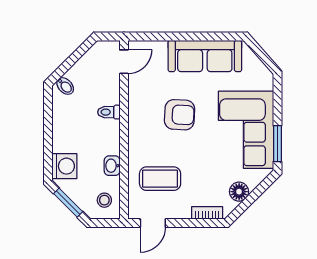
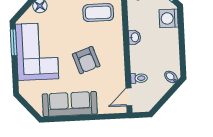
toilet: (109, 112) -> (139, 78), moved
armchair: (180, 115) -> (86, 60), turned -112
washbasin: (112, 166) -> (135, 37), moved

